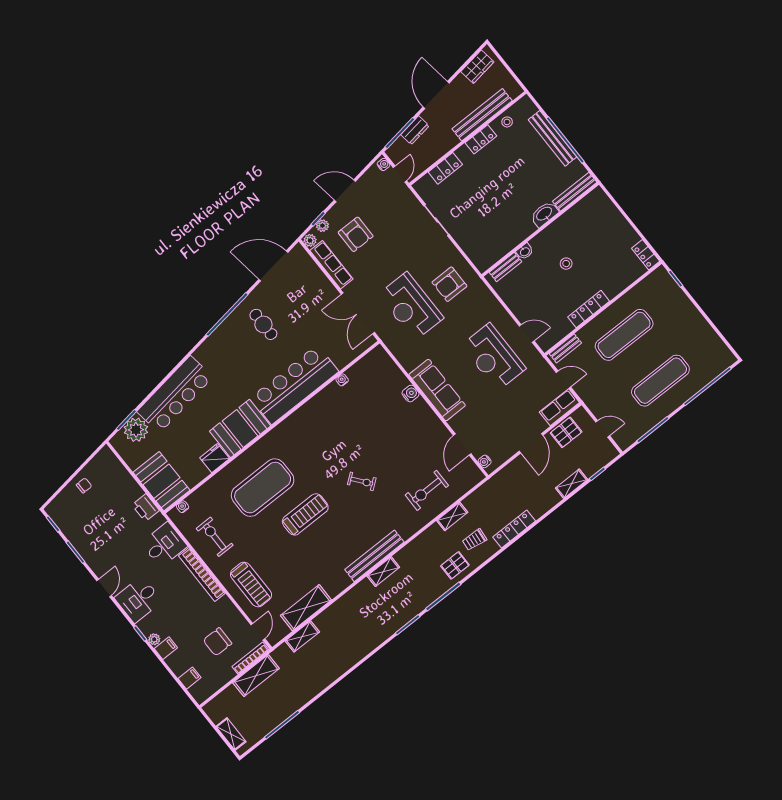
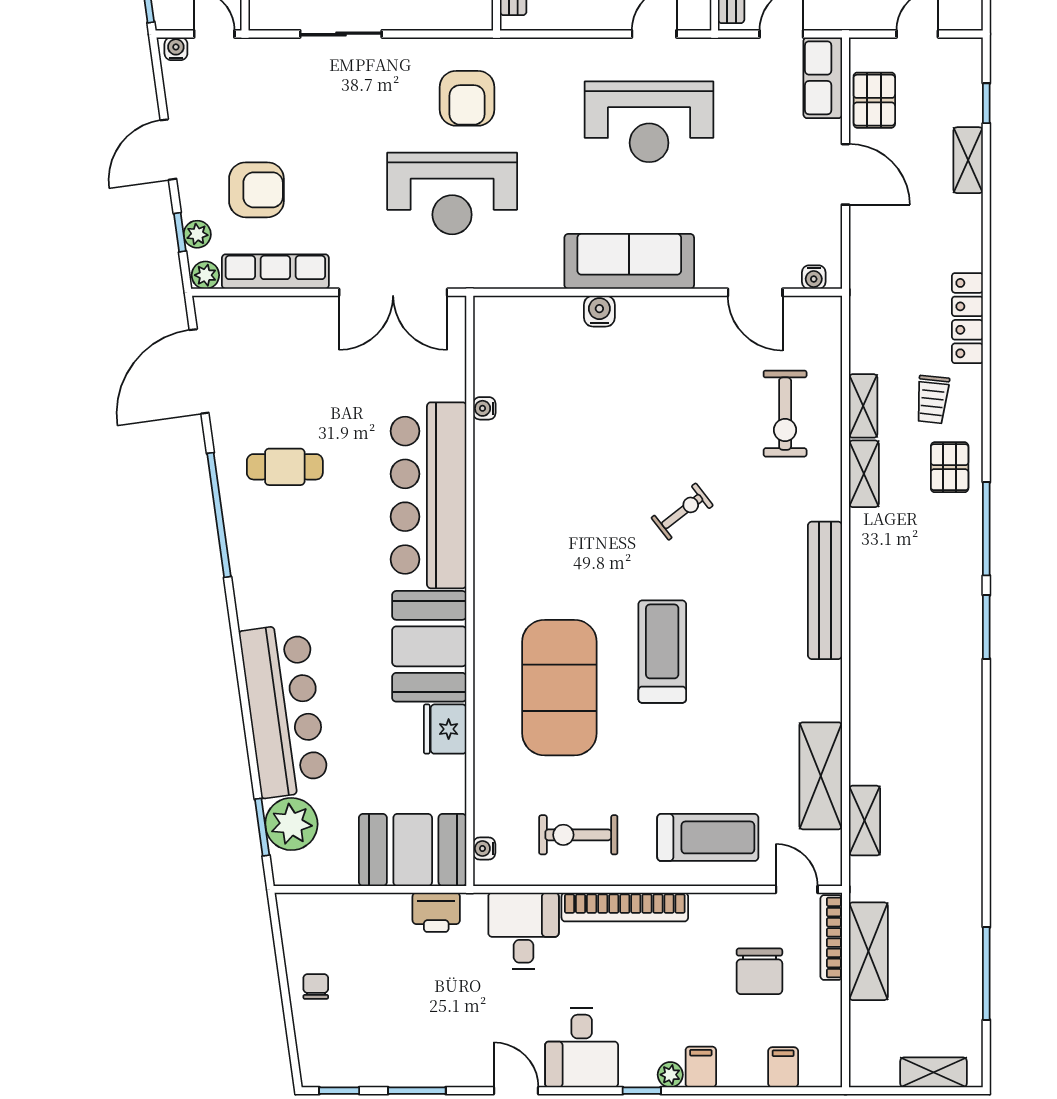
shelving: (383, 572) -> (864, 474), moved

